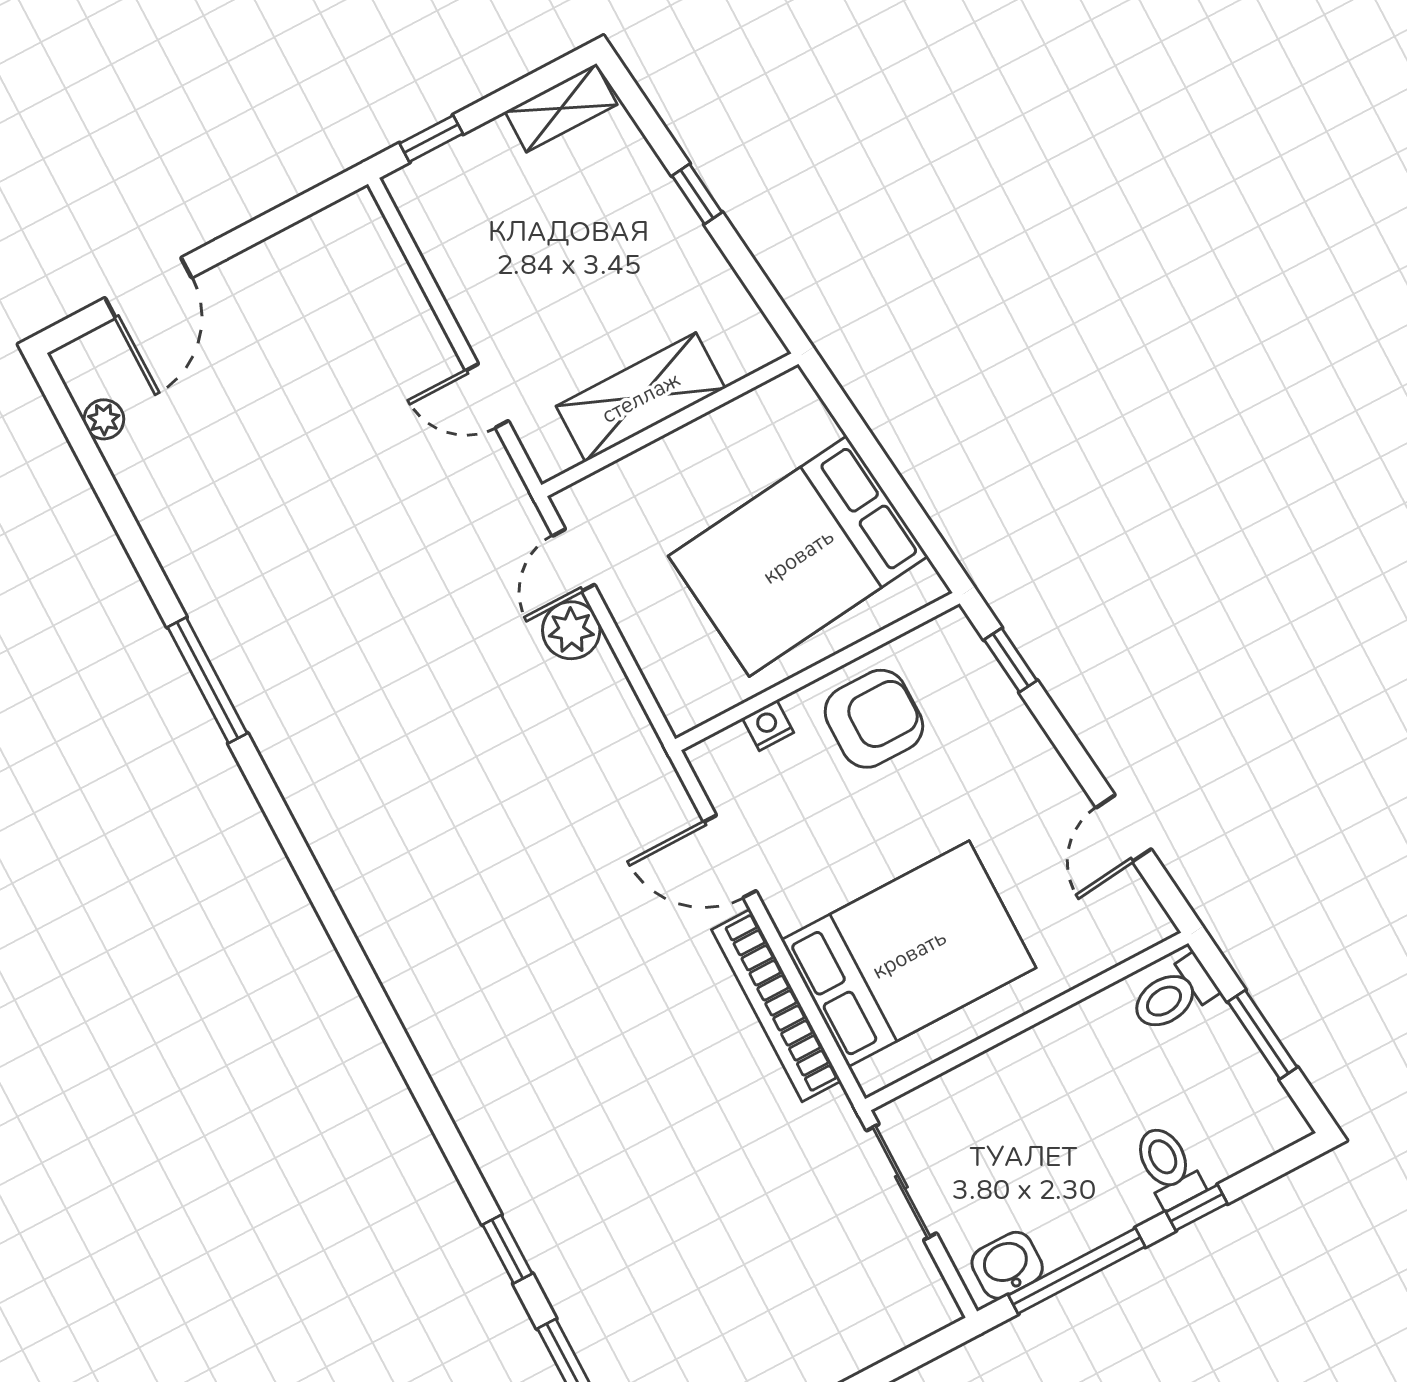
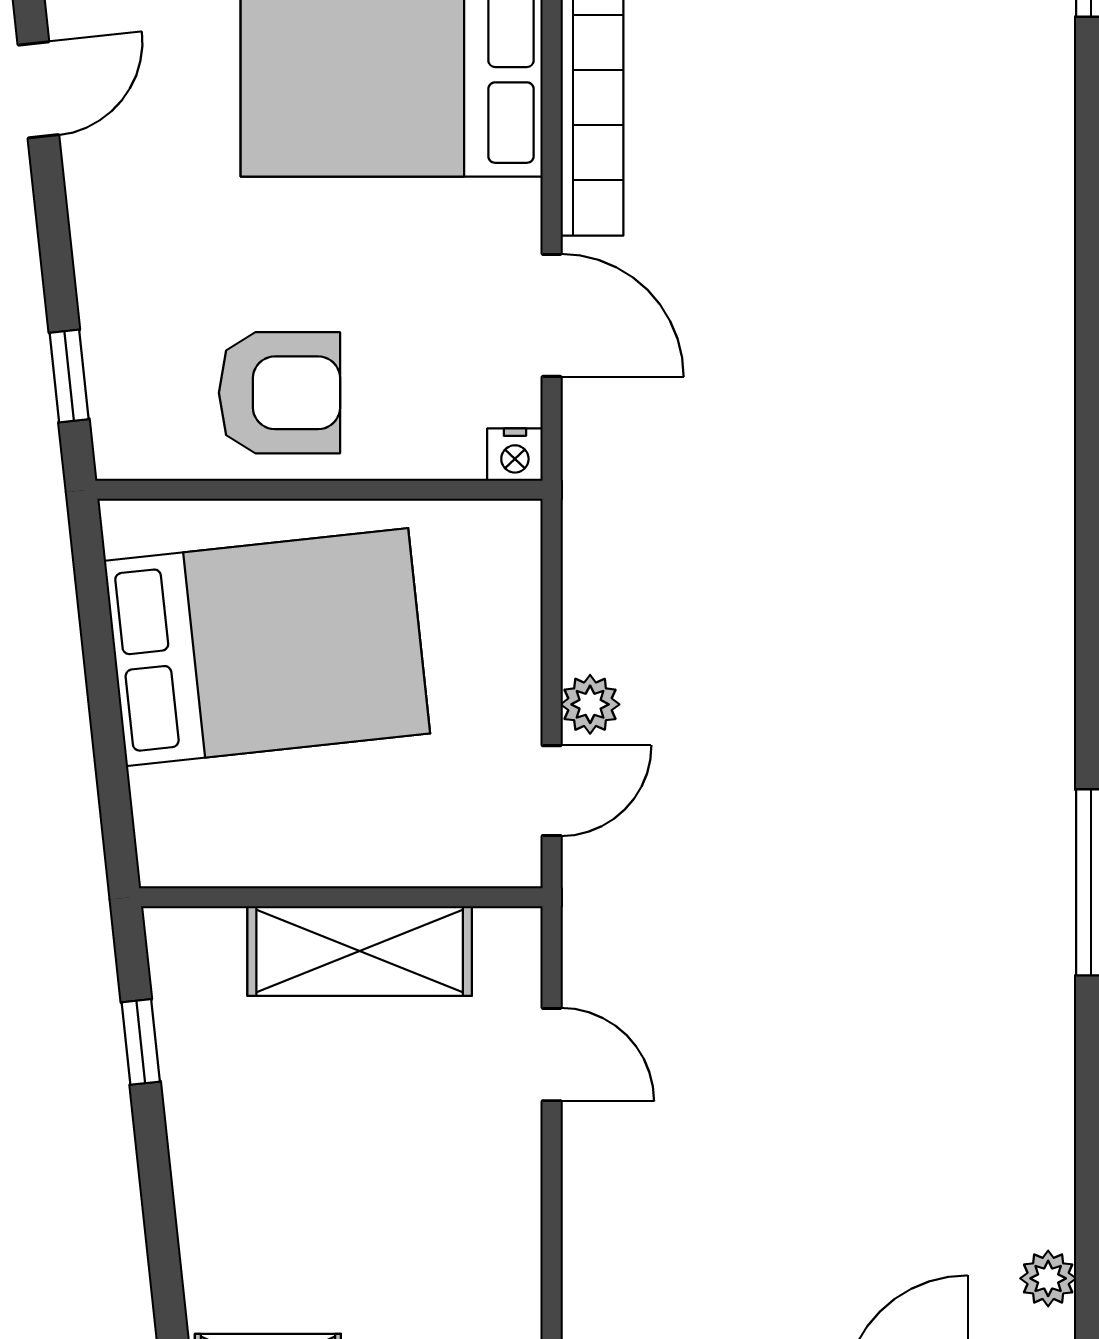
window: (697, 194) -> (141, 1042), moved
plant: (571, 630) -> (590, 704), width x0.73, depth x0.73
armchair: (874, 719) -> (280, 393), turned 180
nightstand: (768, 725) -> (515, 455), moved

